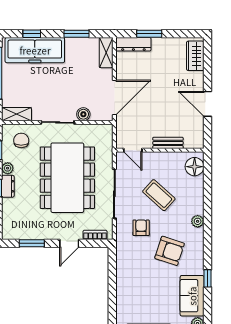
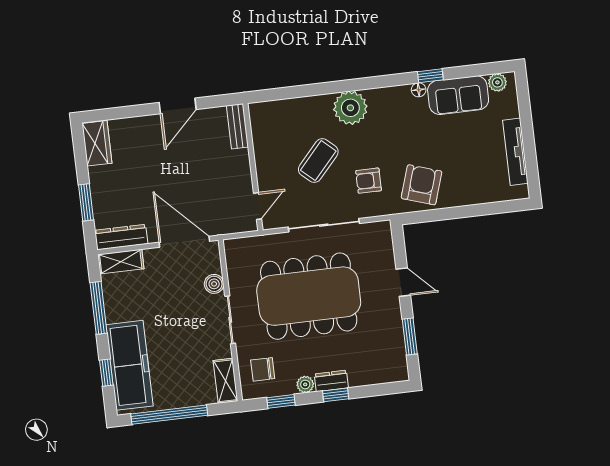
window: (76, 34) -> (99, 308), width x1.44
dresser: (133, 44) -> (121, 237), moved, turned -90
wardrobe: (195, 56) -> (97, 143), moved, turned -90
bench: (168, 143) -> (237, 126), moved
floor lamp: (195, 167) -> (419, 90), moved, width x0.53, depth x0.53
plant: (198, 221) -> (350, 108), width x1.88, depth x1.88
bookcase: (95, 235) -> (387, 246), removed
armchair: (170, 251) -> (422, 185), moved

